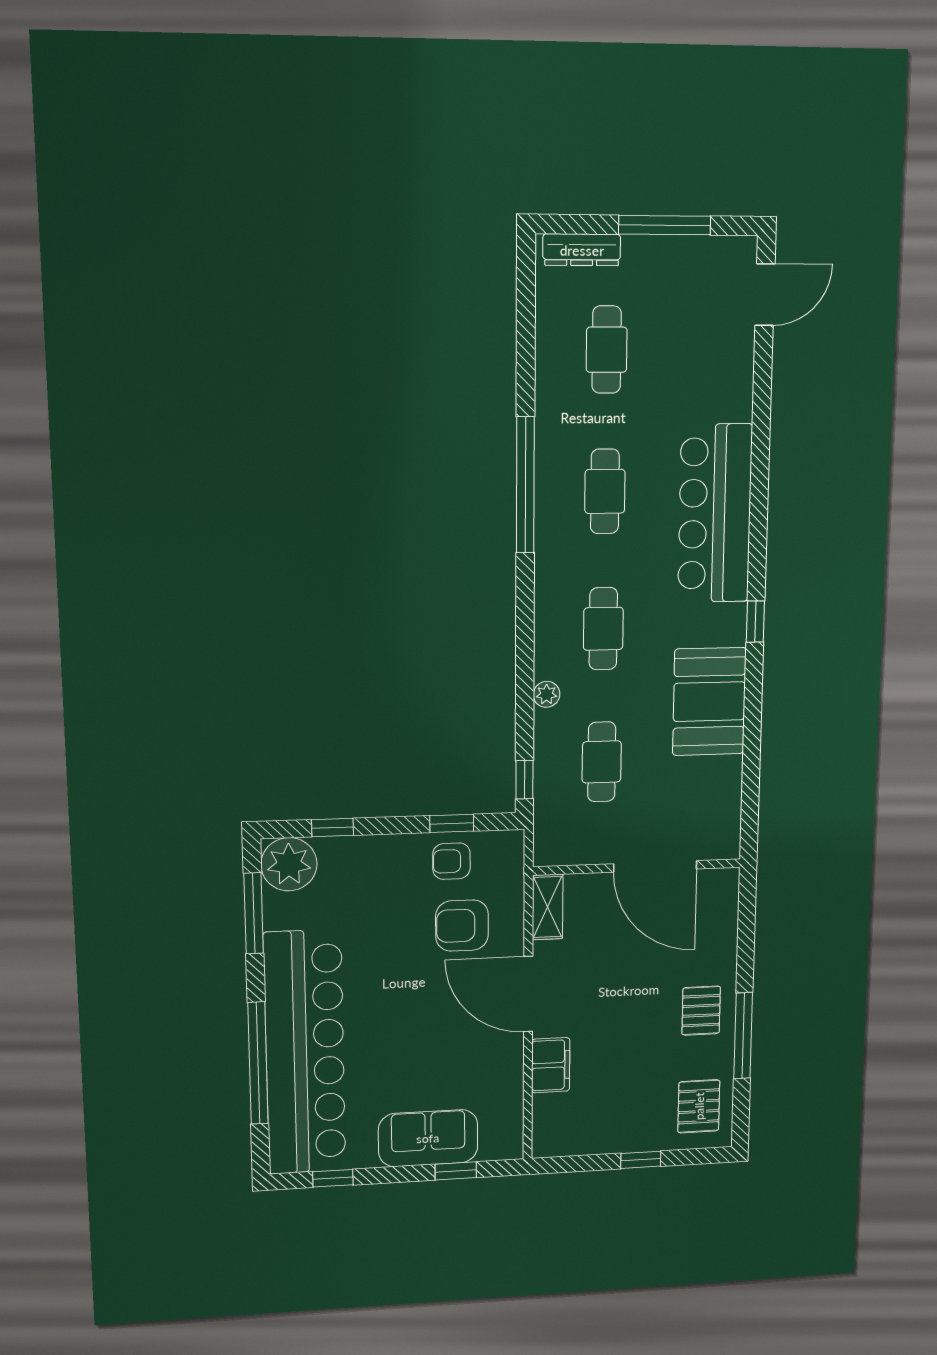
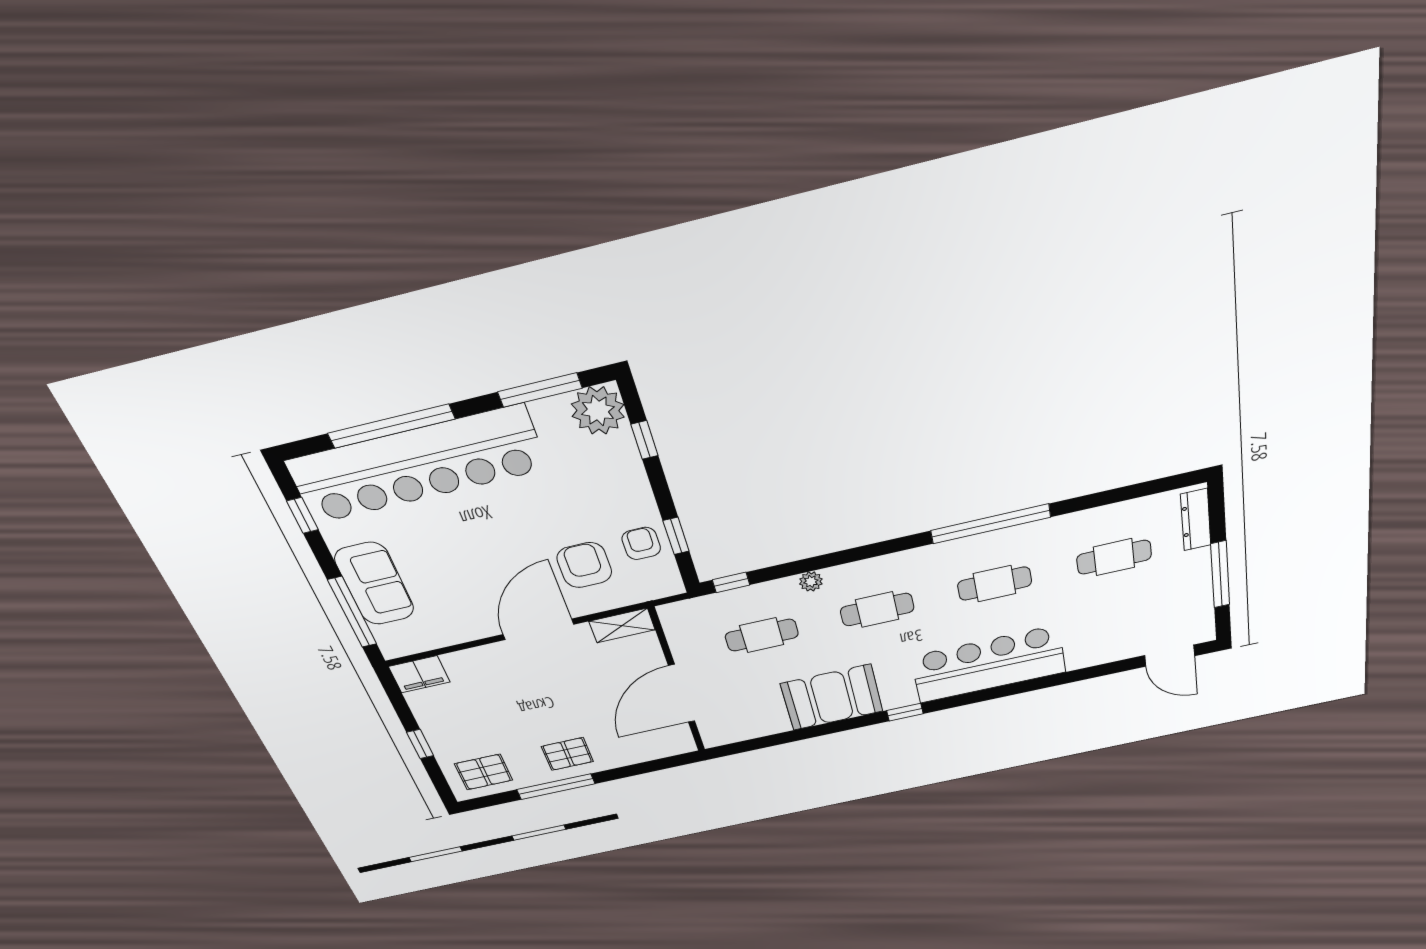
filing cabinet: (551, 1065) -> (419, 674), moved
window: (456, 1171) -> (352, 612), width x2.17

